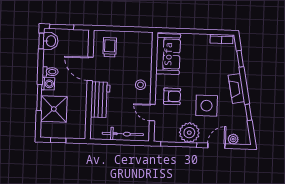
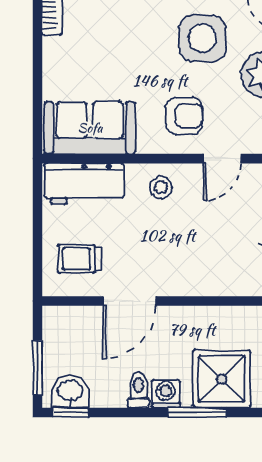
armchair: (172, 96) -> (184, 116), turned 90
workbench: (100, 100) -> (84, 184), moved, turned 180

